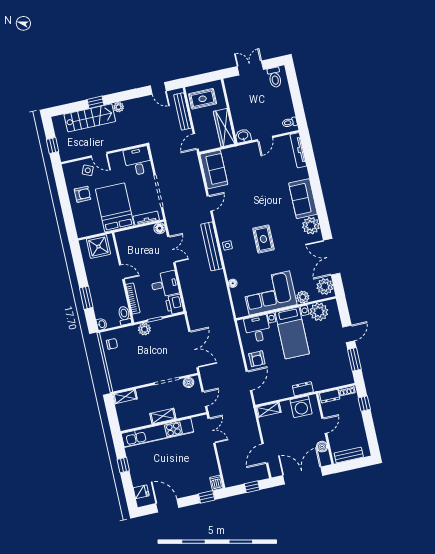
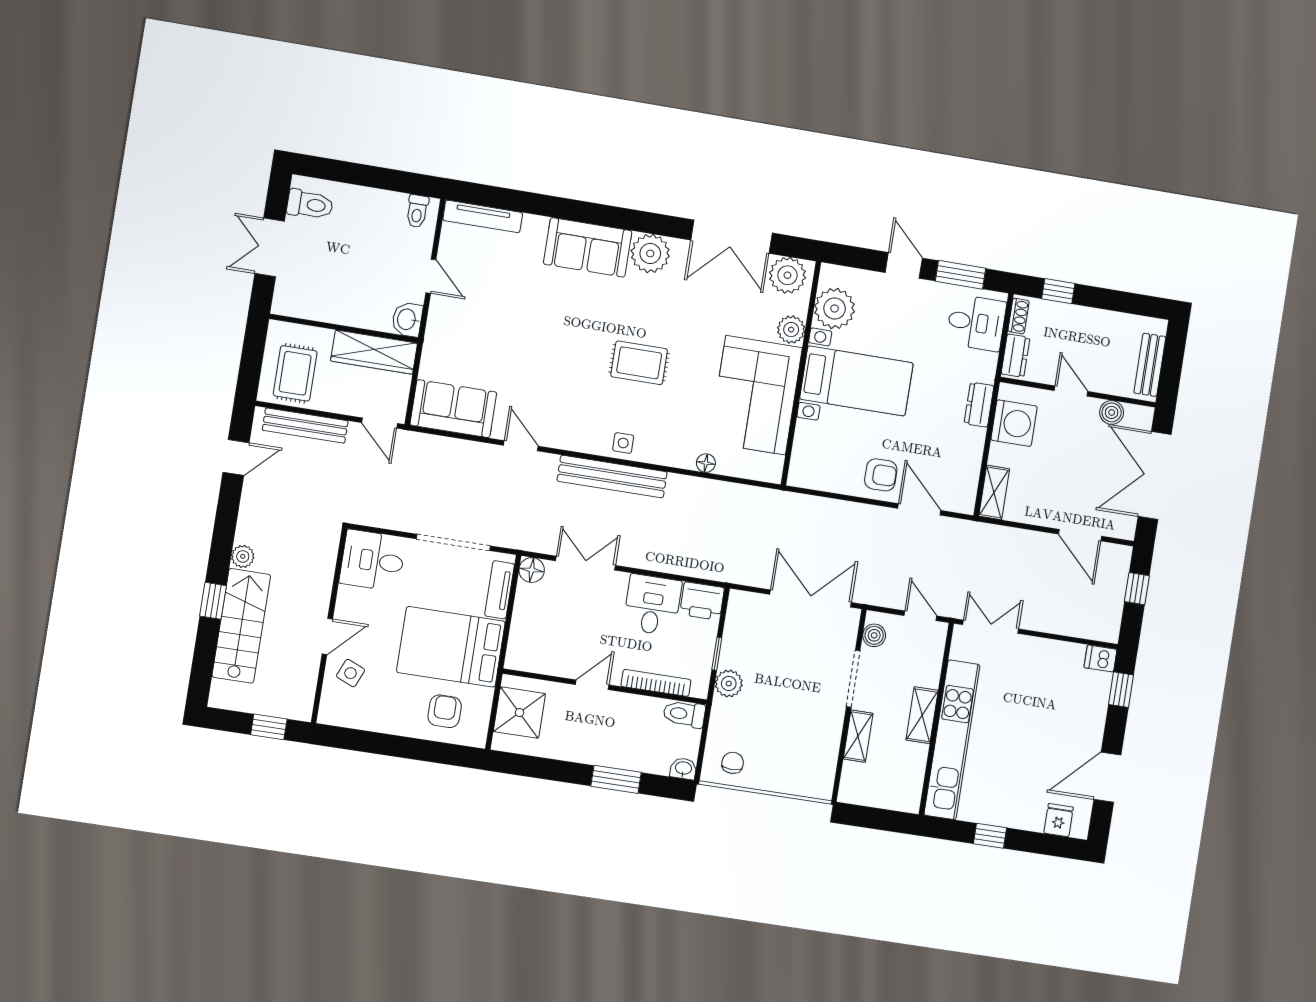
armchair: (82, 194) -> (445, 711), moved
desk: (258, 329) -> (976, 323), moved, turned 180
shelving: (125, 396) -> (858, 736), moved

